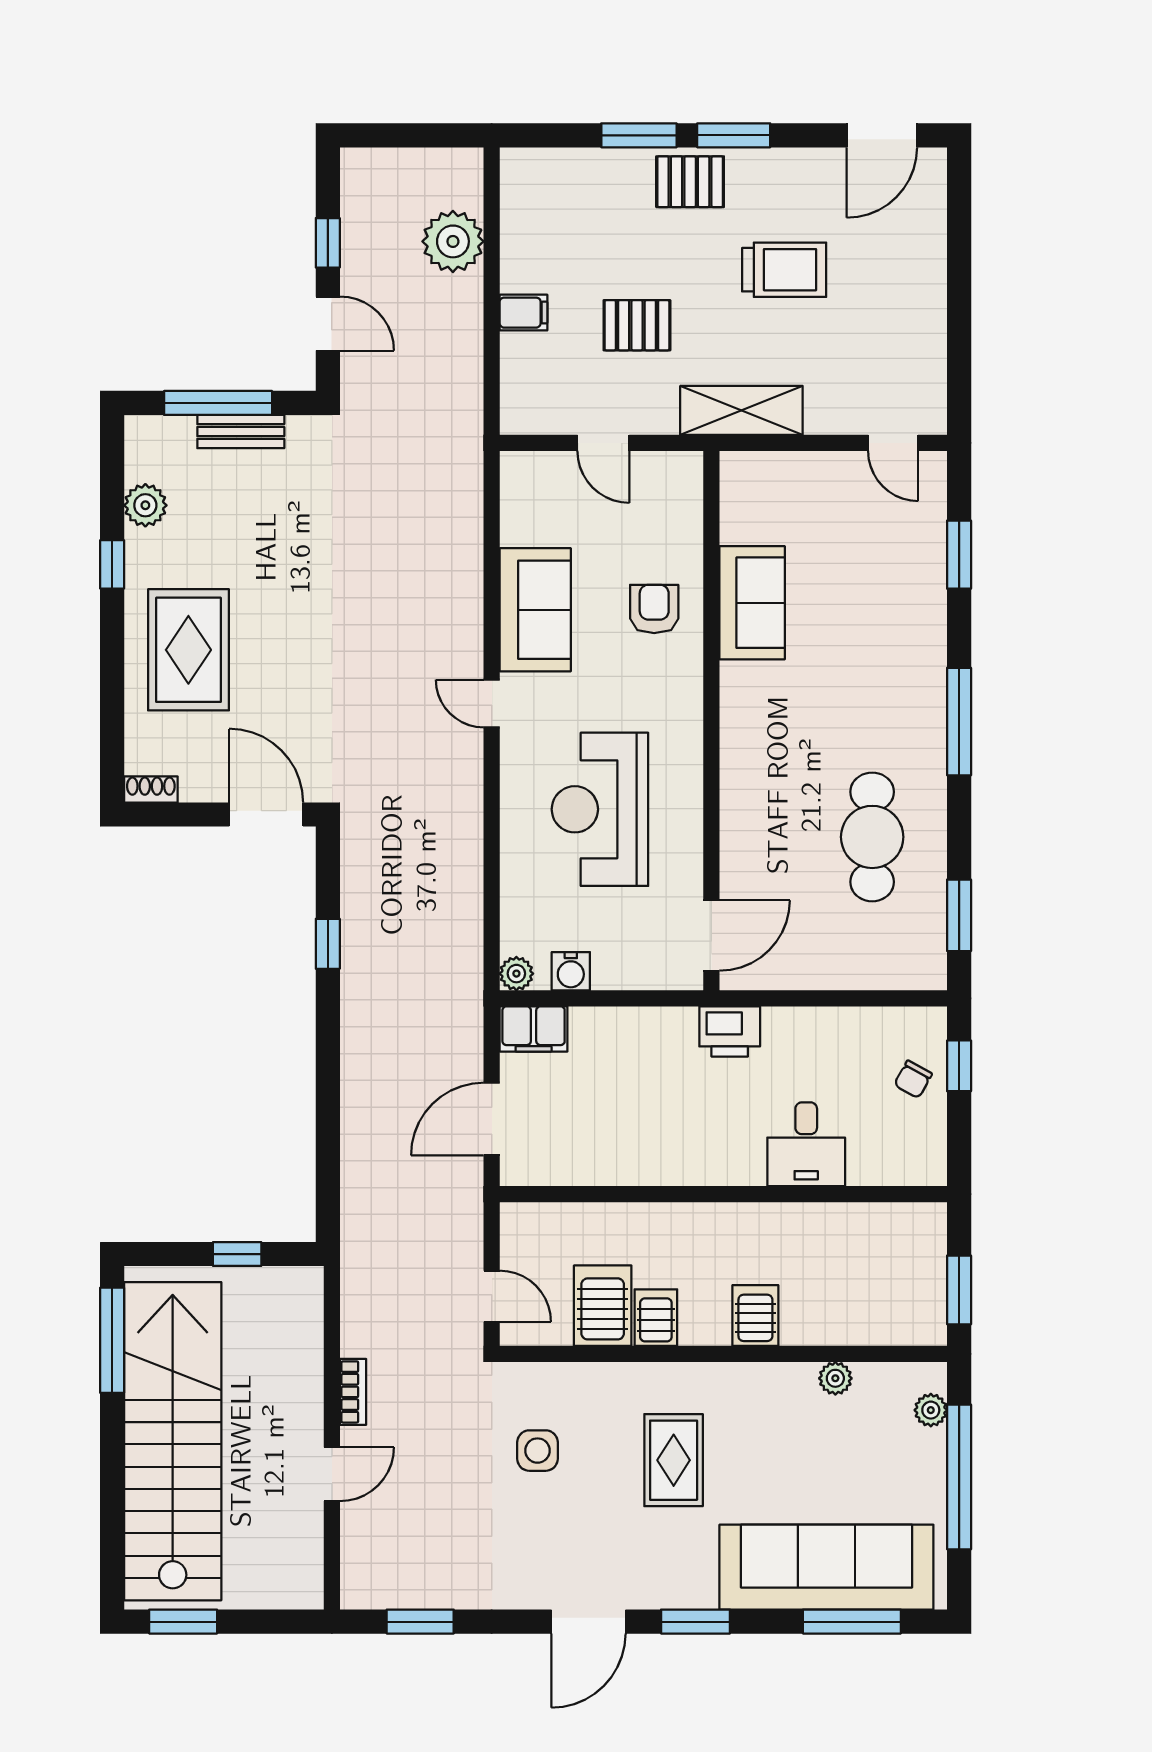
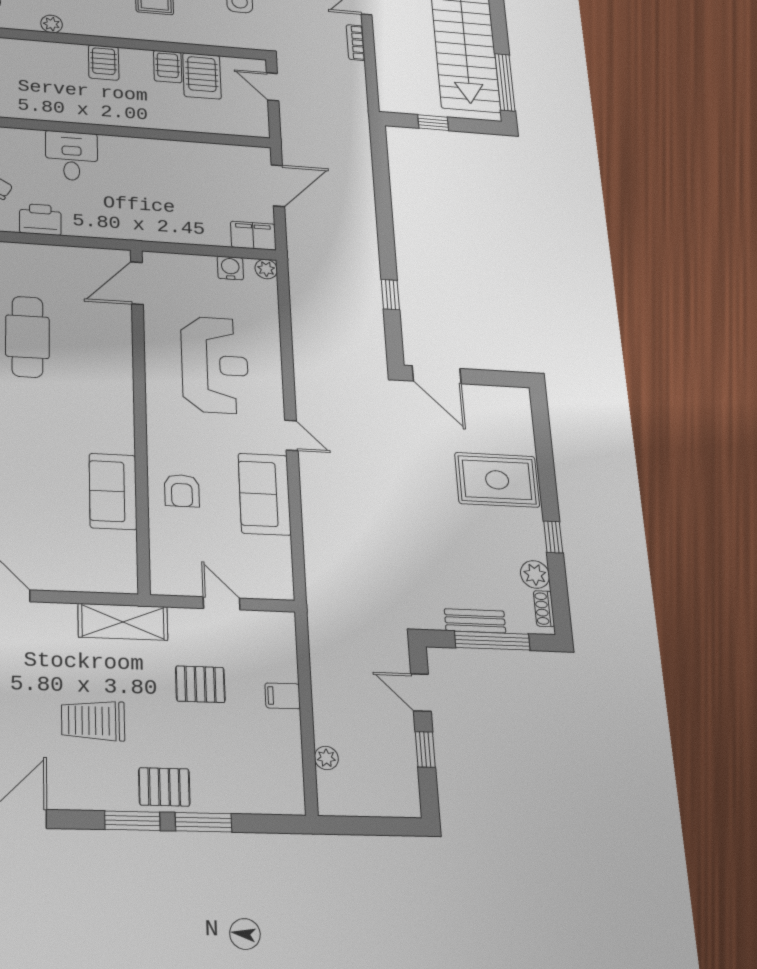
plant: (453, 241) -> (326, 758), width x0.53, depth x0.53
rug: (188, 650) -> (497, 480), turned 90
shoe rack: (151, 789) -> (544, 609), moved, turned 90
printer: (730, 1031) -> (40, 219), moved

